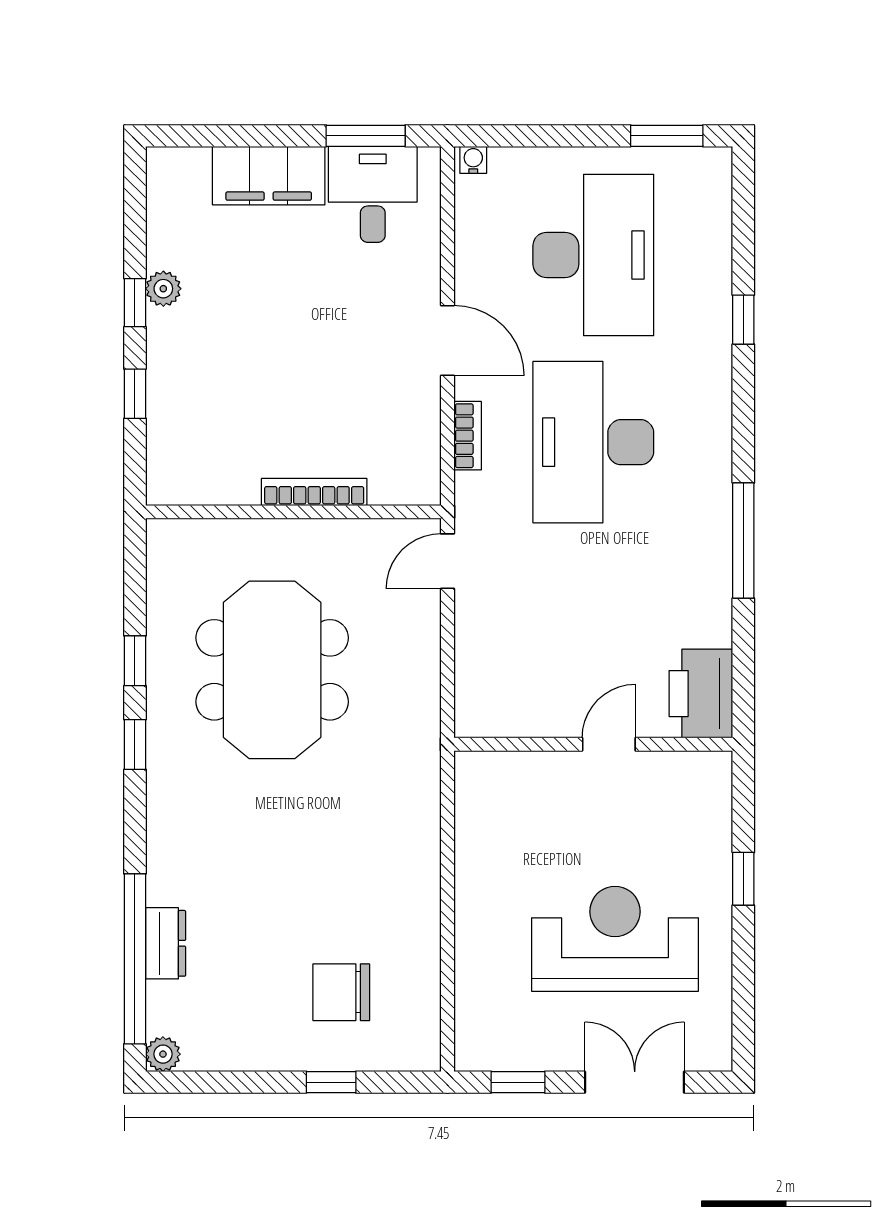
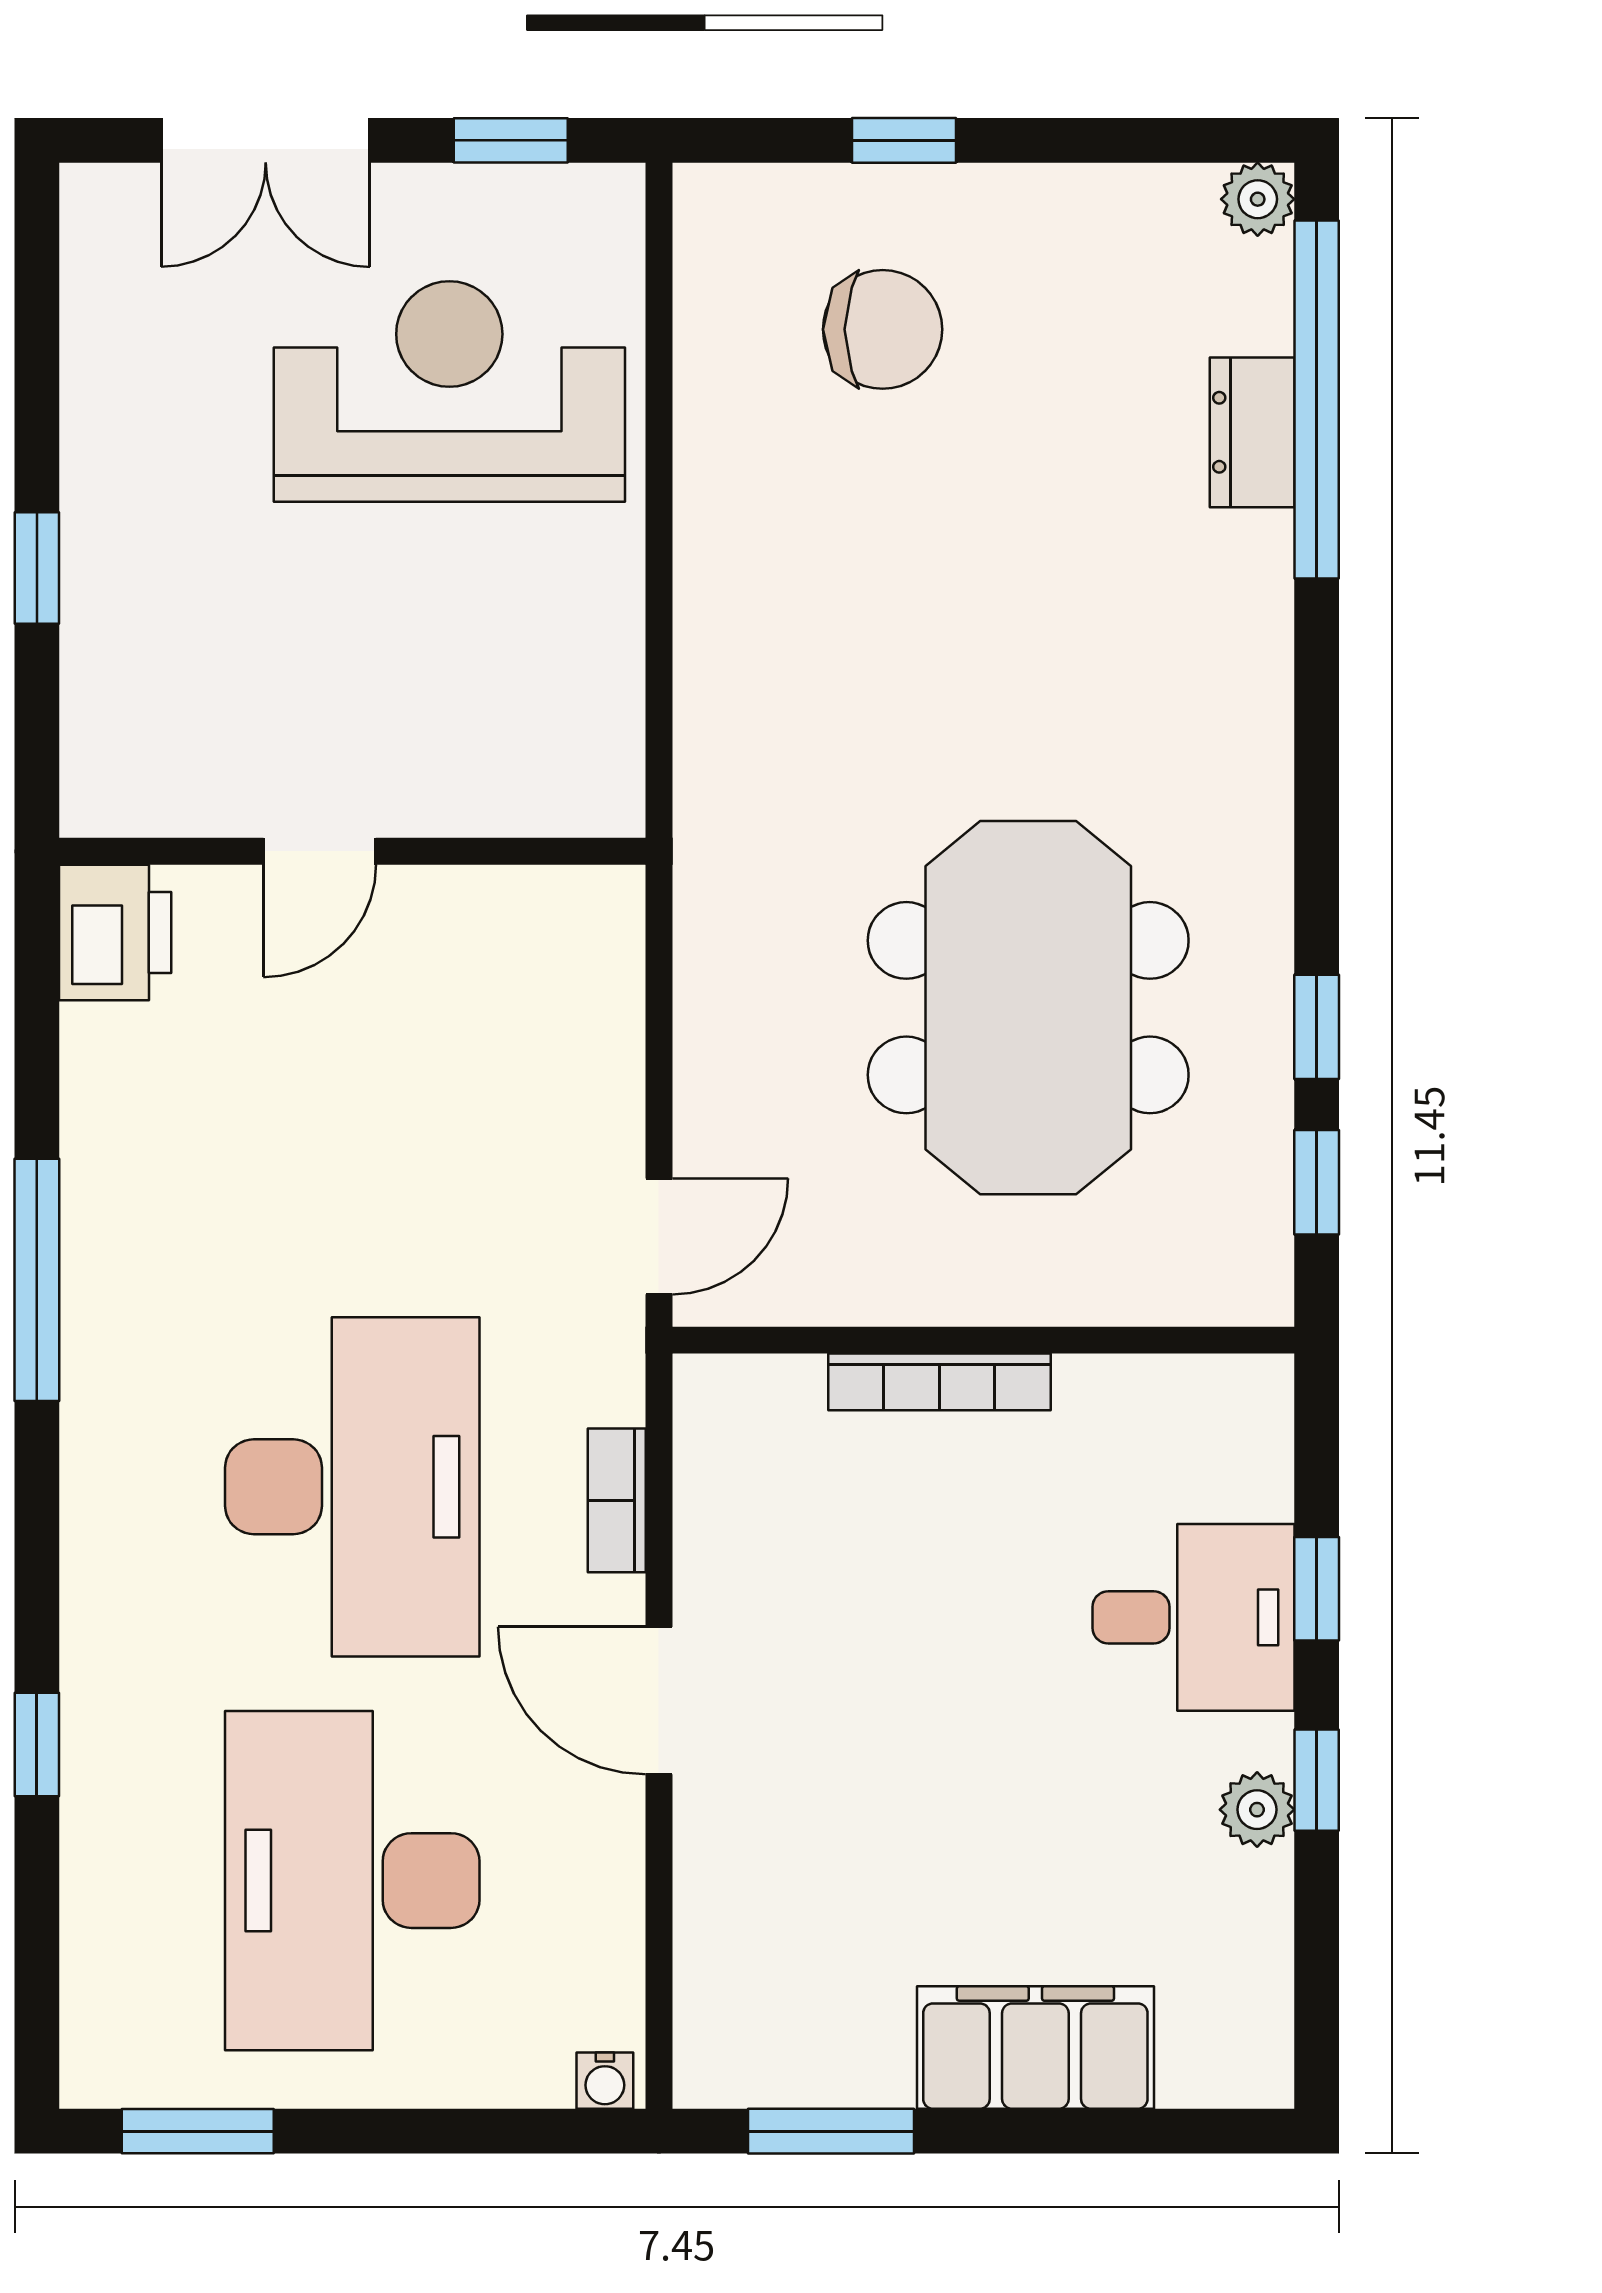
desk: (373, 194) -> (1193, 1617), moved, turned -90
printer: (701, 694) -> (115, 932), width x0.73, depth x0.84
window: (135, 744) -> (1317, 1182), moved
reception desk: (615, 939) -> (449, 391), moved, turned 180

